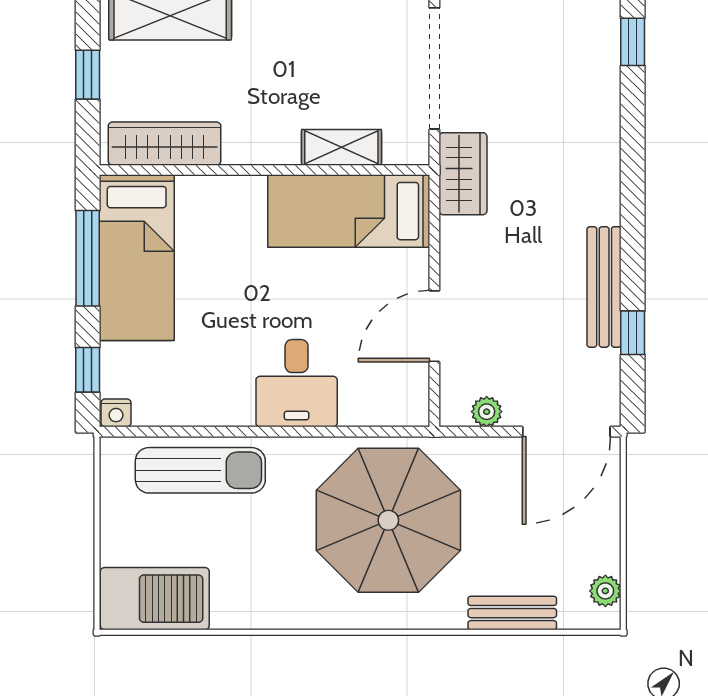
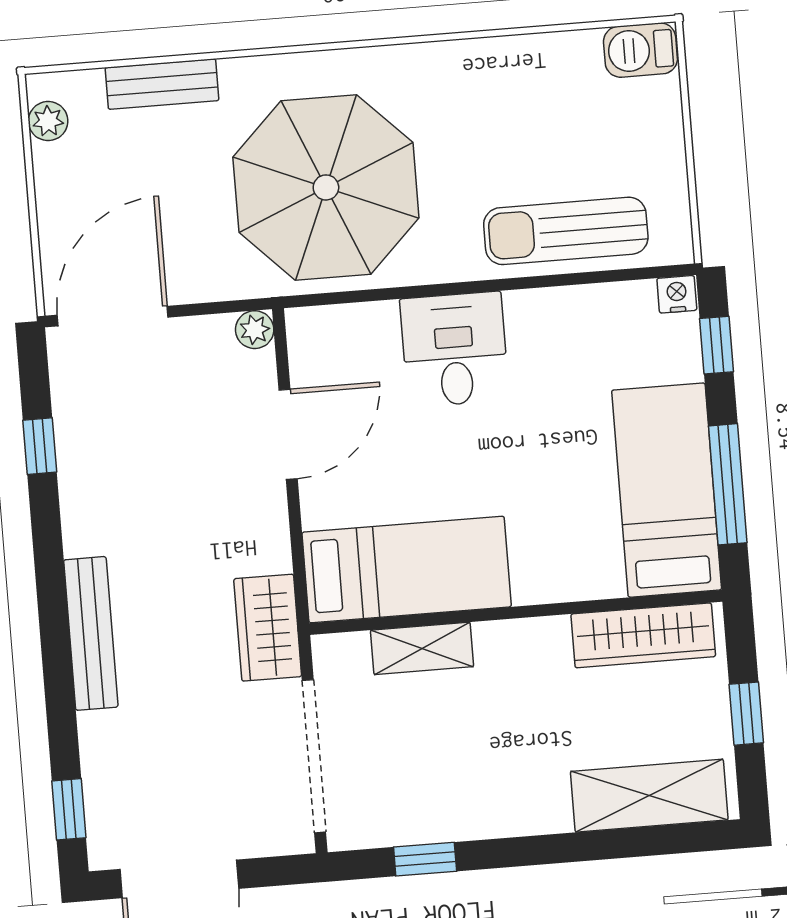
bench: (604, 287) -> (91, 633), moved
plant: (487, 412) -> (255, 330), moved
barbecue: (155, 599) -> (640, 50), width x0.53, depth x0.65

